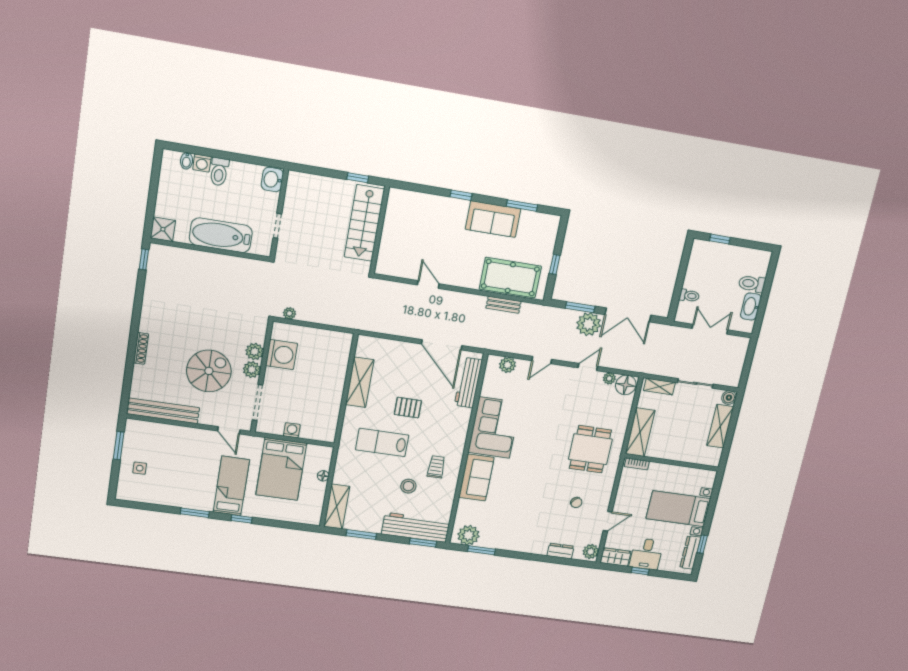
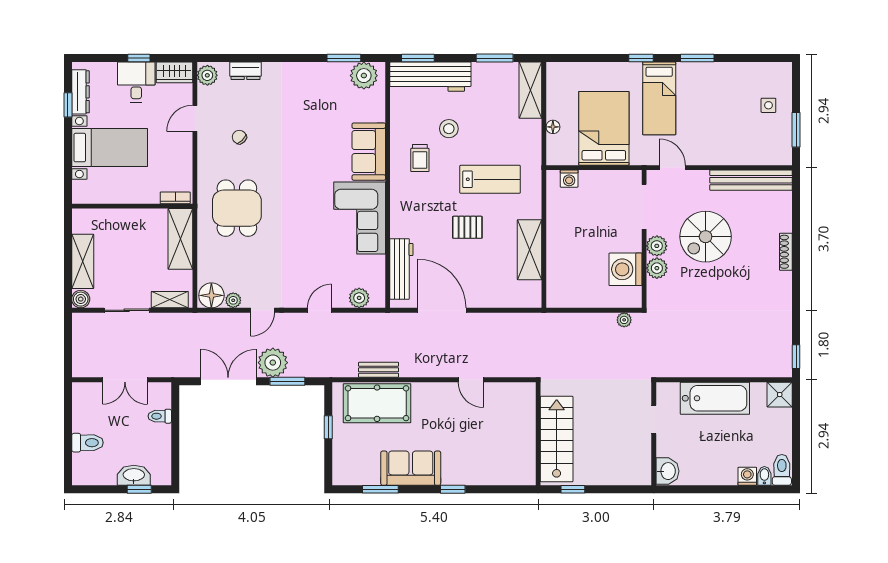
toilet: (219, 172) -> (782, 470), moved
washbasin: (751, 306) -> (134, 475), moved, turned -90
washing machine: (292, 430) -> (569, 179), moved

